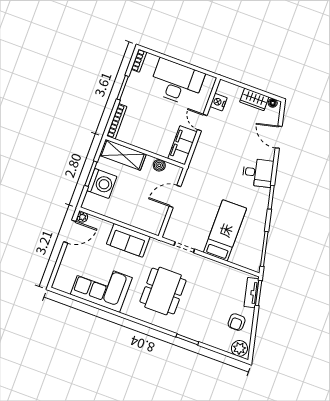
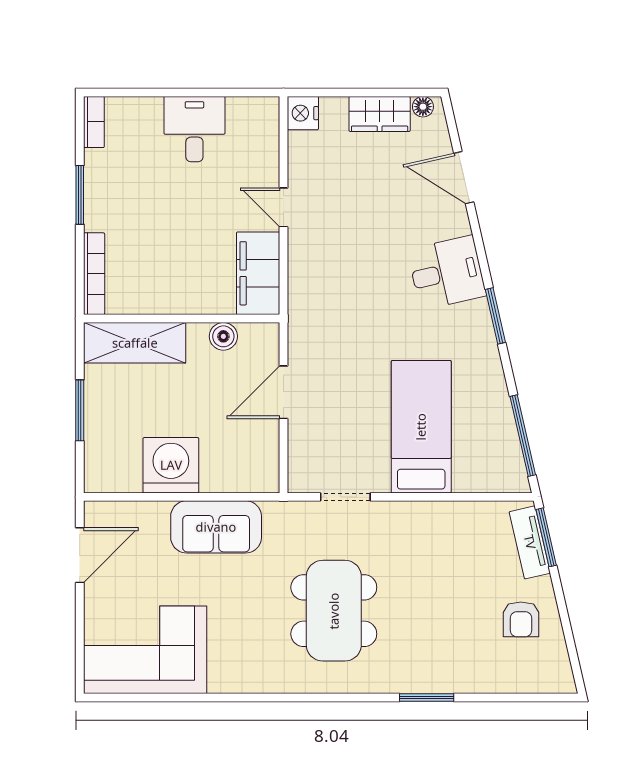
desk: (177, 82) -> (194, 129), width x0.53, depth x0.77
nightstand: (219, 102) -> (303, 113), moved
washing machine: (102, 183) -> (171, 465), moved, turned -90
plant: (82, 217) -> (96, 513), removed
corner sofa: (101, 286) -> (145, 650), moved
plant: (239, 348) -> (549, 675), removed

